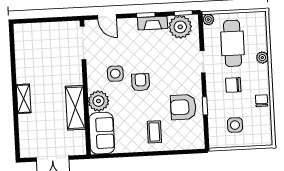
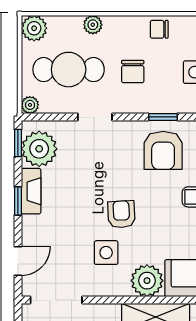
plant: (258, 20) -> (34, 28), added
armchair: (141, 82) -> (121, 214), turned 87

